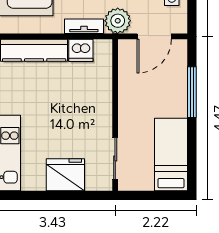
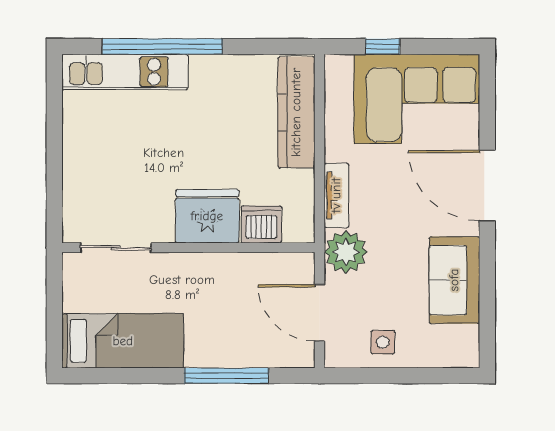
dishwasher: (81, 50) -> (261, 224), moved, turned 90
fridge: (65, 175) -> (207, 216), moved, turned -90

